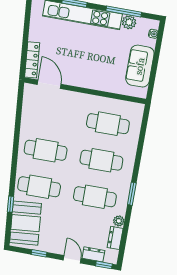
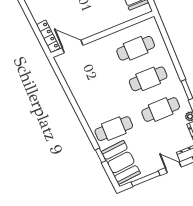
cafe table: (46, 150) -> (101, 98), removed
window: (39, 253) -> (145, 179), width x2.17

